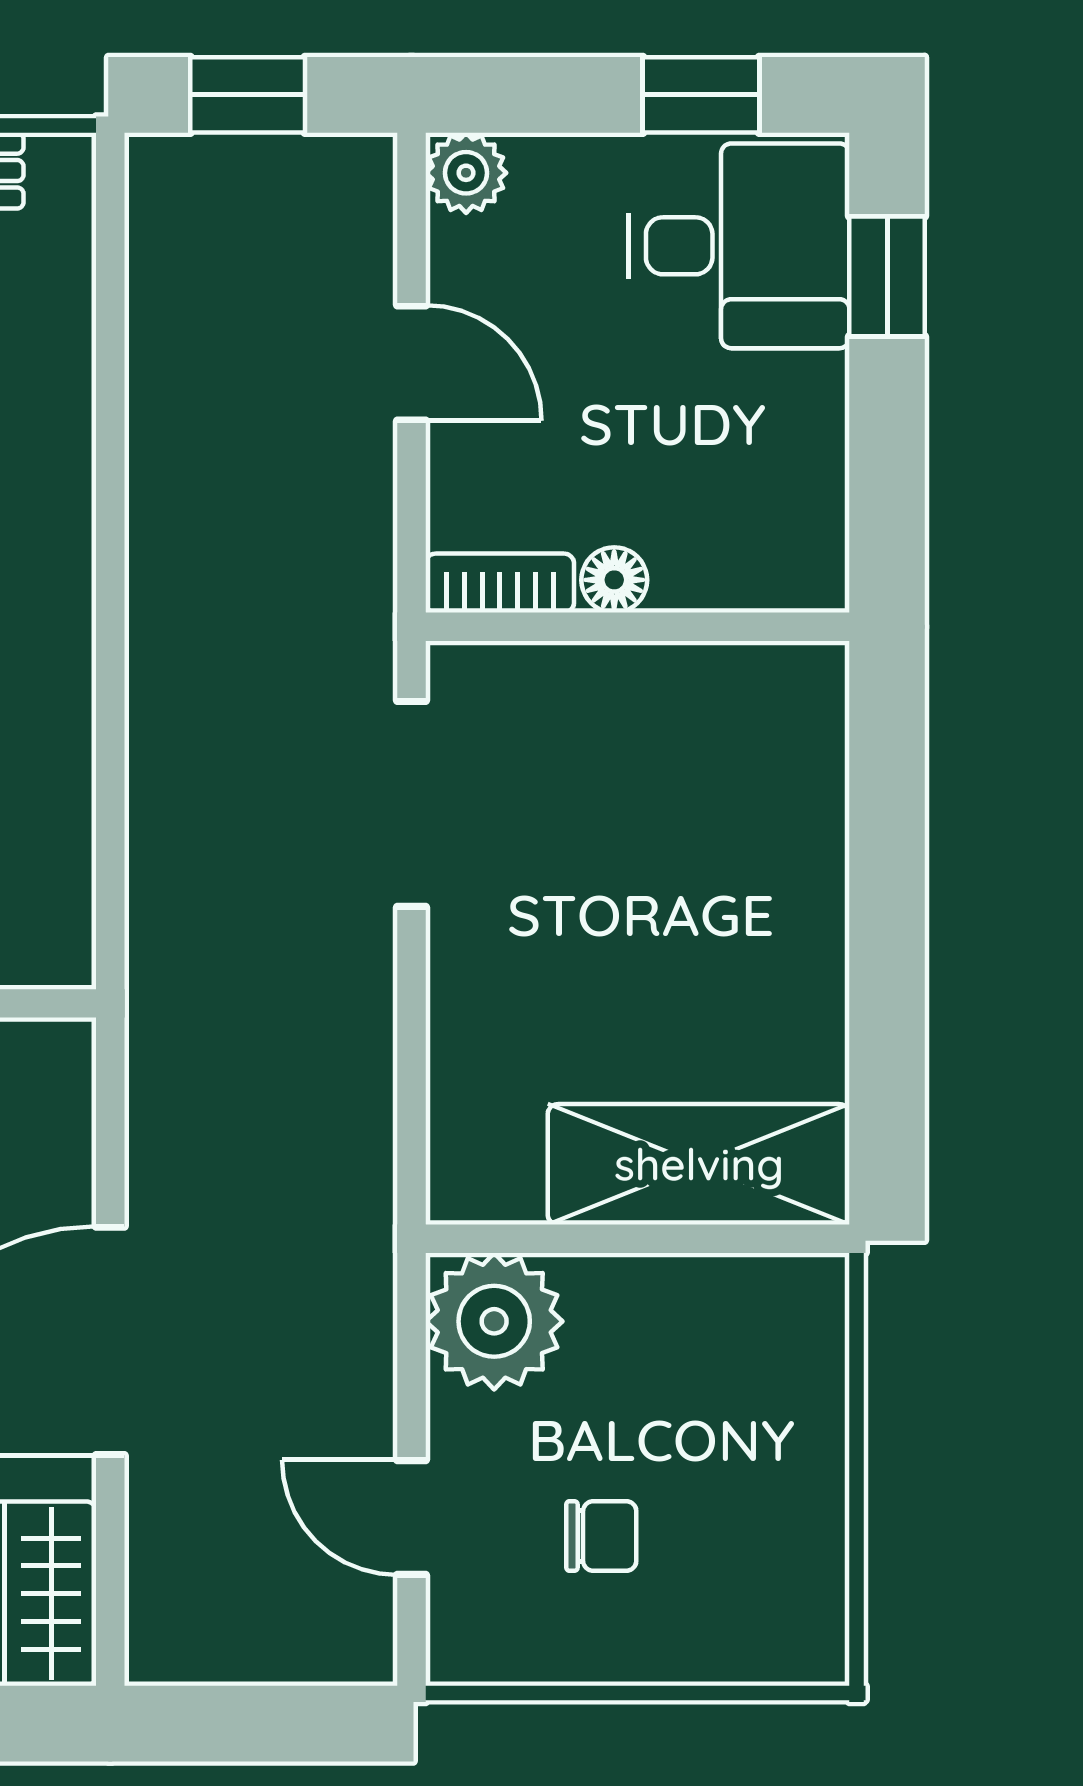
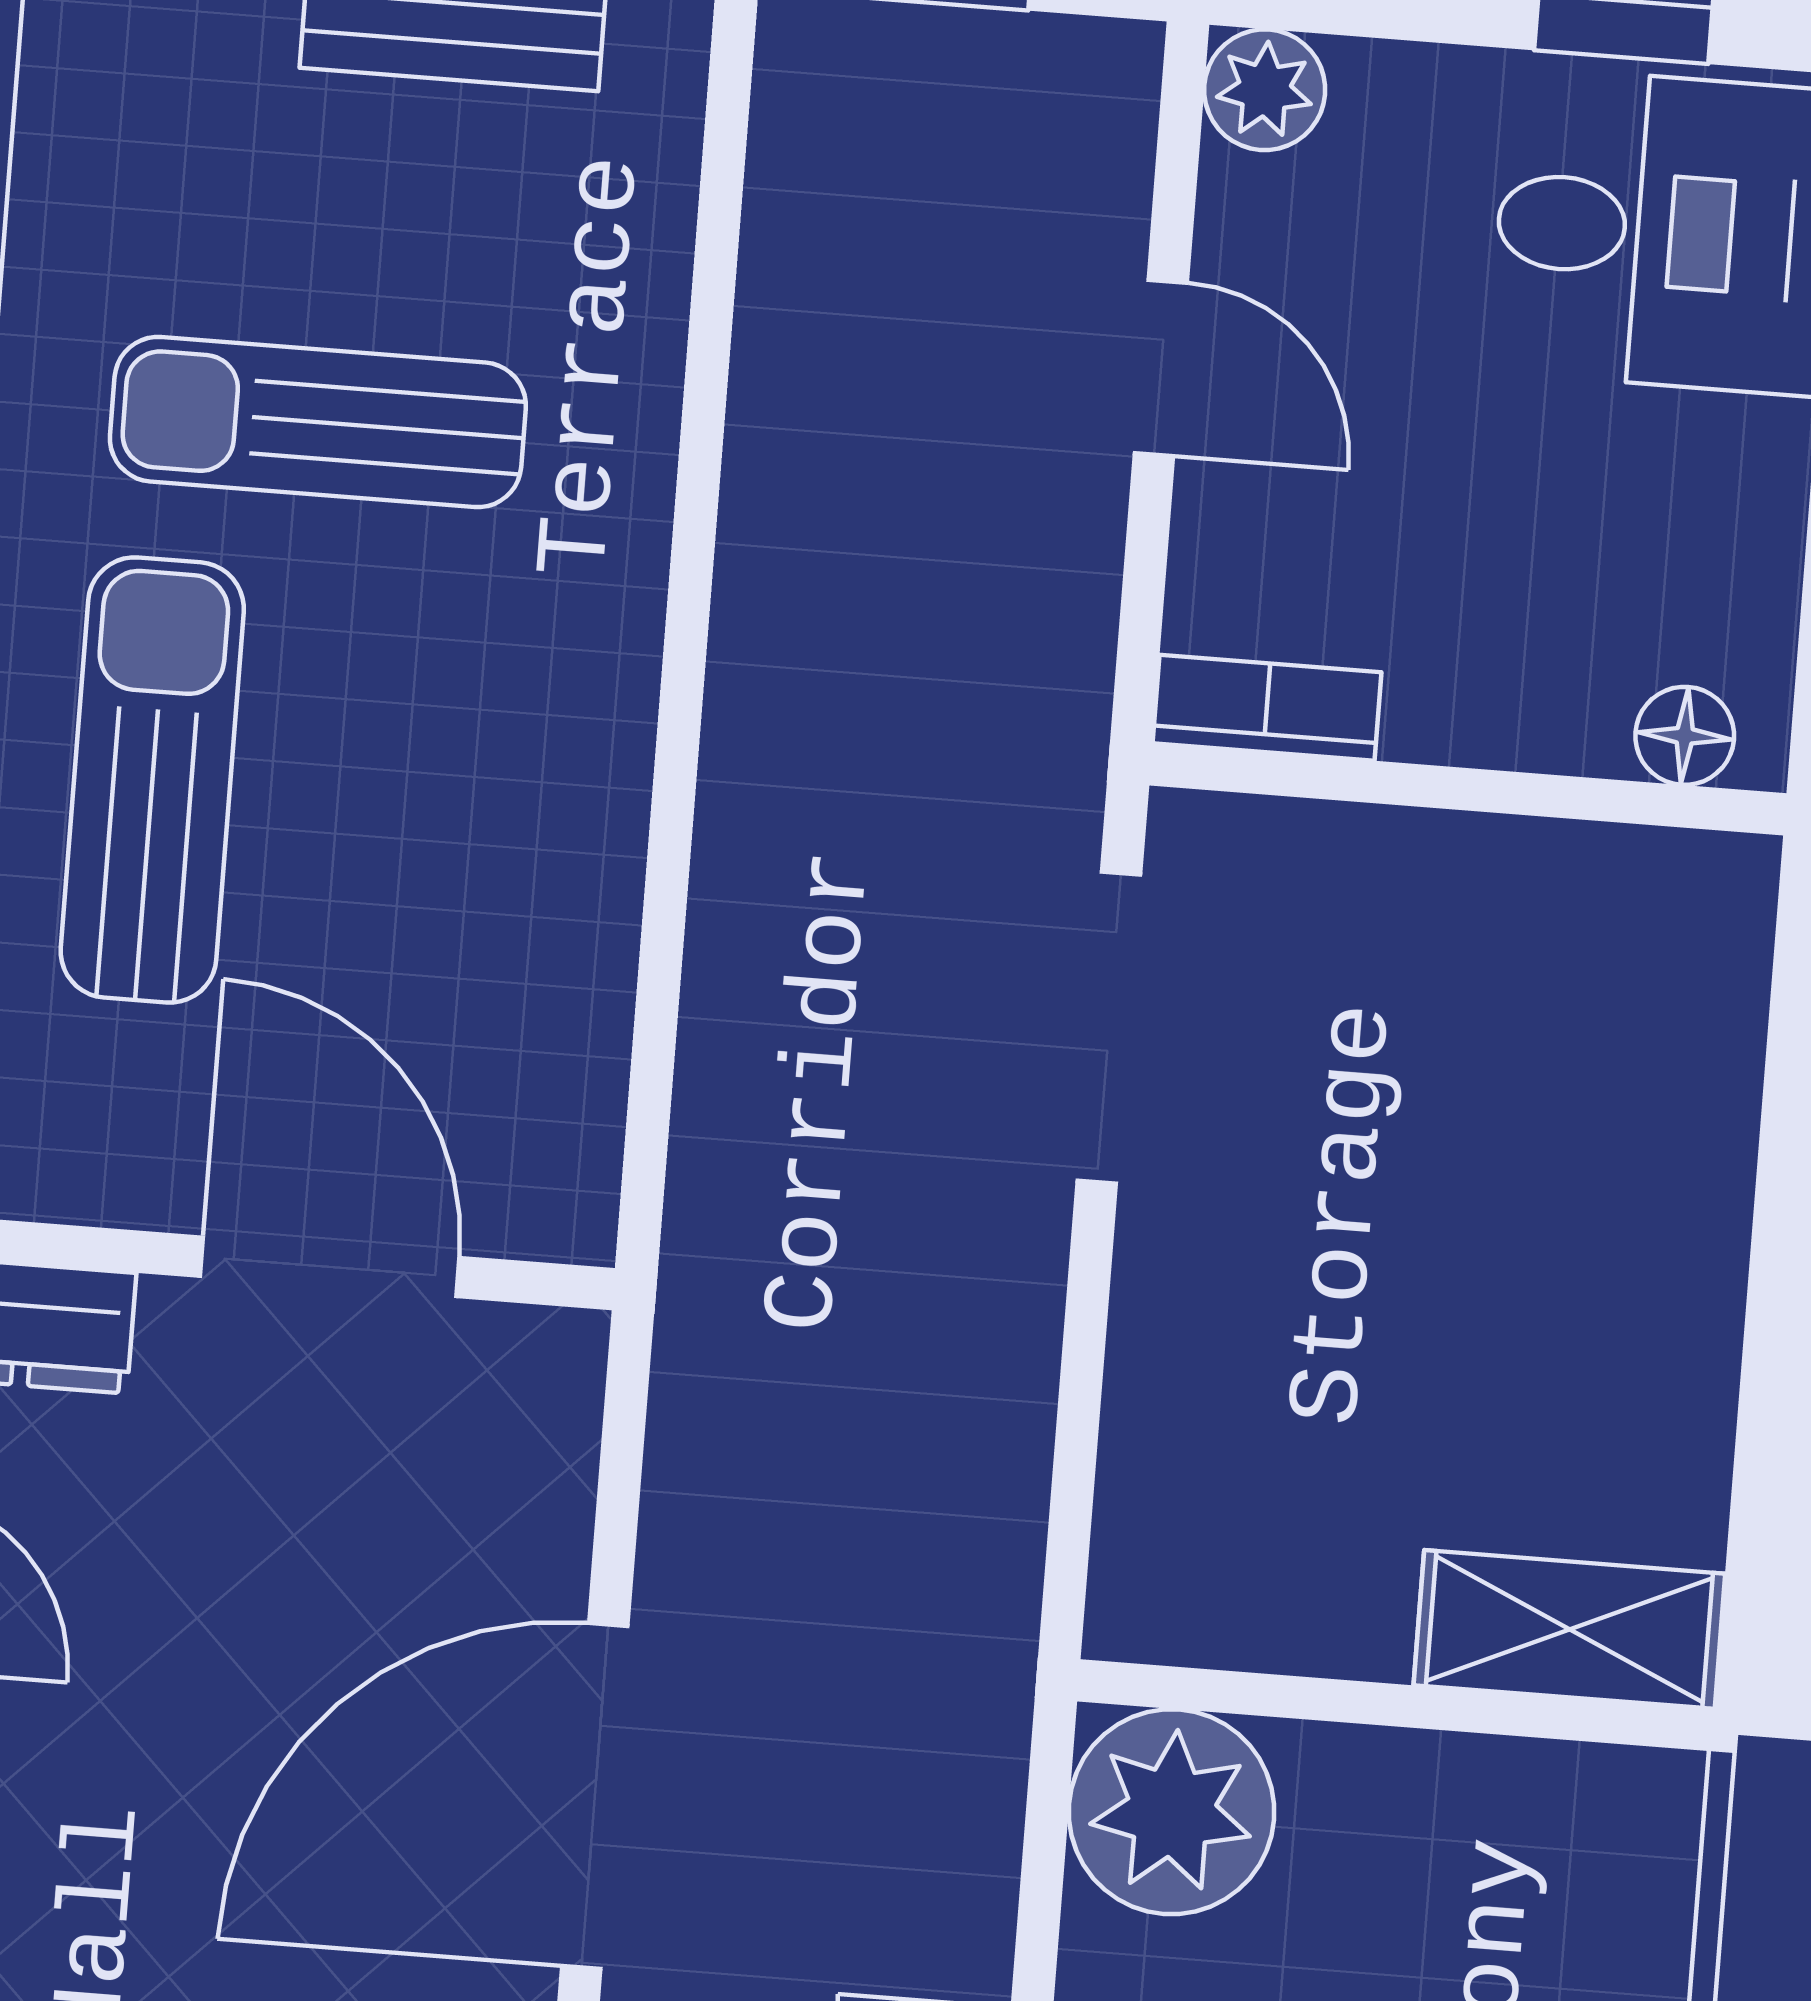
floor lamp: (614, 580) -> (1685, 736), moved
shelving: (699, 1164) -> (1569, 1629), width x0.67, depth x0.75

